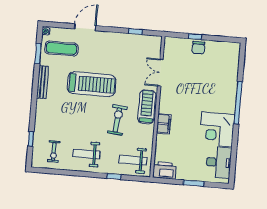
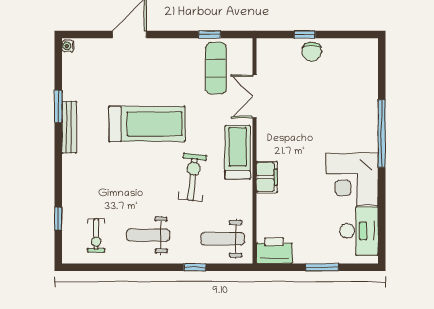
exercise mat: (61, 49) -> (216, 68), moved, turned 90
window: (38, 54) -> (58, 106), moved

